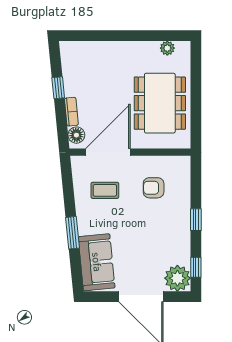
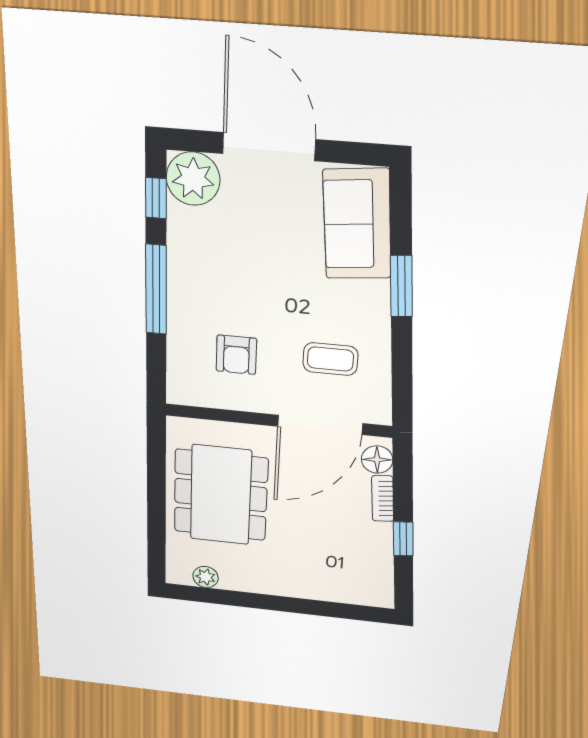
armchair: (154, 188) -> (236, 355), turned 90
window: (196, 220) -> (156, 290), width x2.17

